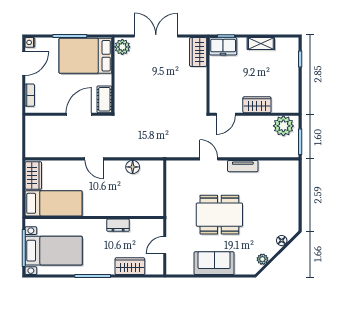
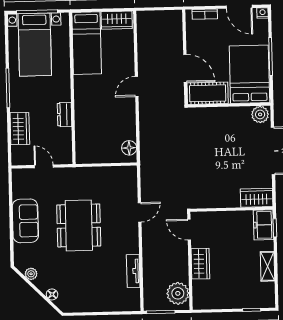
cot: (104, 99) -> (208, 93), width x1.37, depth x1.34
tv unit: (243, 166) -> (133, 271), moved
floor lamp: (133, 167) -> (129, 148), moved

